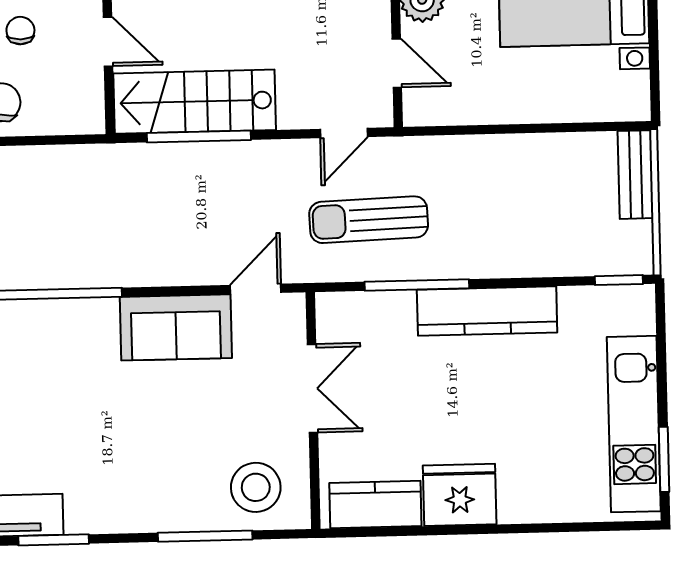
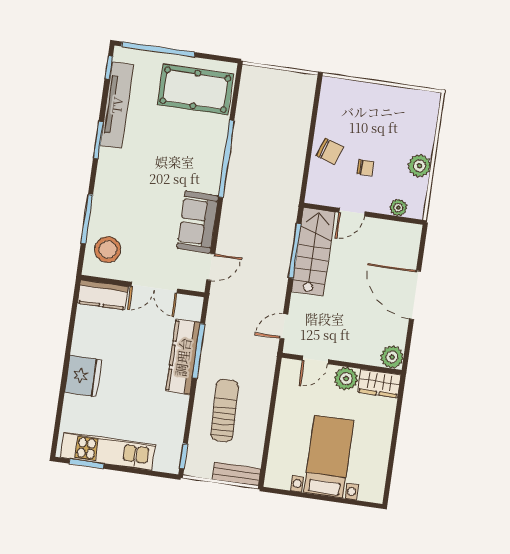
door: (344, 133) -> (284, 326), hinge flipped
sun lounger: (369, 220) -> (225, 410), moved
door: (256, 289) -> (211, 267), hinge flipped
kitchen counter: (487, 311) -> (183, 357), moved
fridge: (460, 495) -> (83, 376), moved
kitchen counter: (375, 505) -> (103, 295), moved, turned 90

